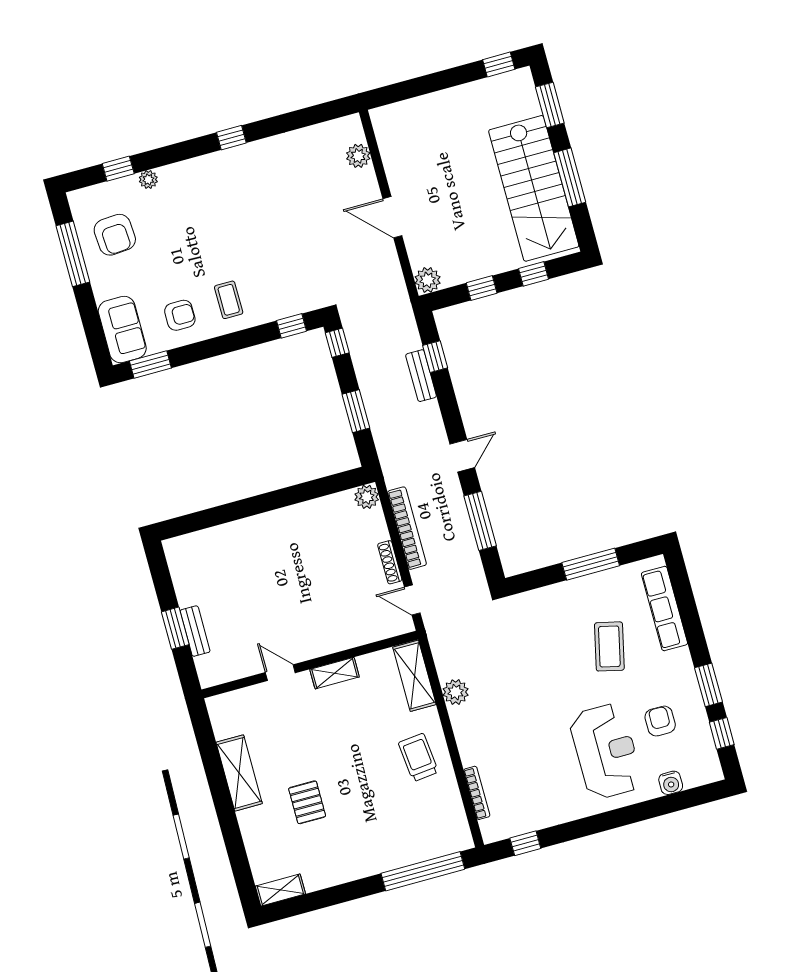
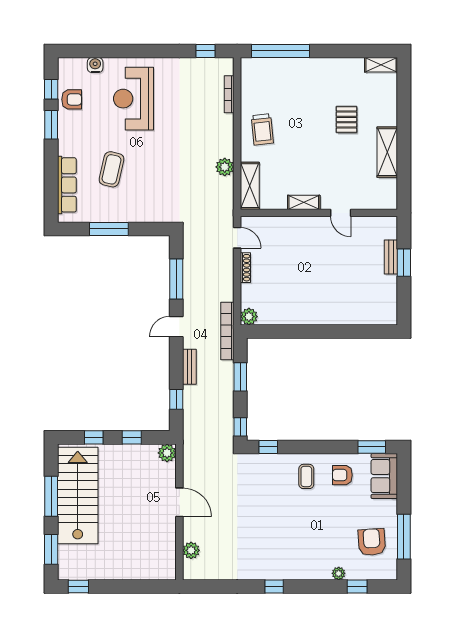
bench: (421, 376) -> (189, 367), moved
bookcase: (407, 528) -> (227, 331), moved
armchair: (660, 721) -> (72, 99), moved, turned -90

